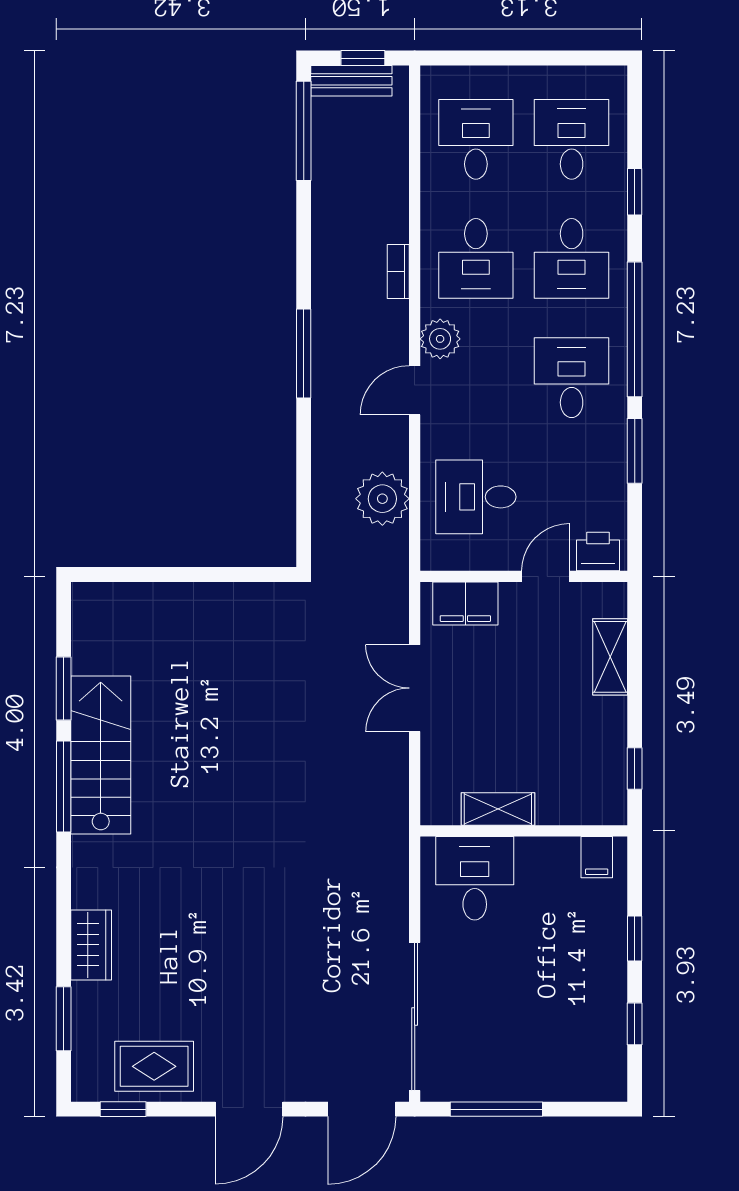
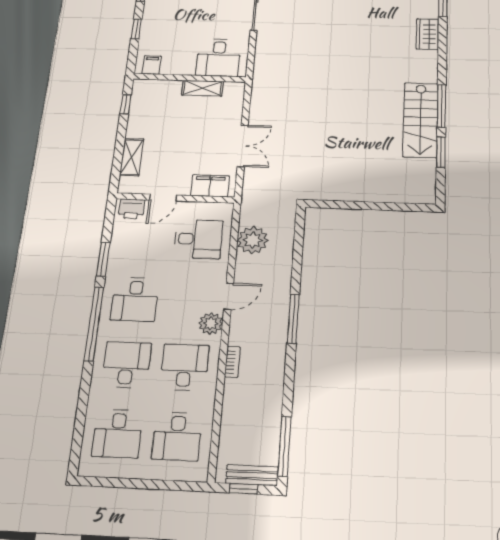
window: (635, 192) -> (83, 401), removed

